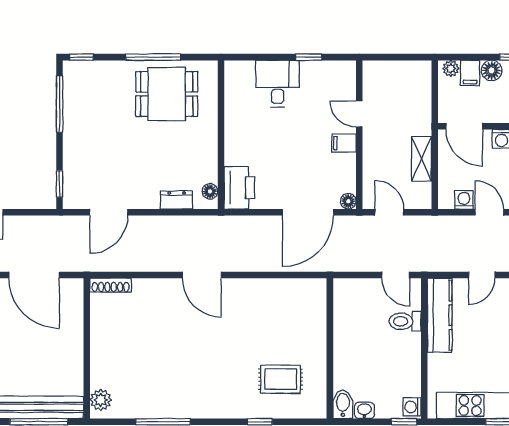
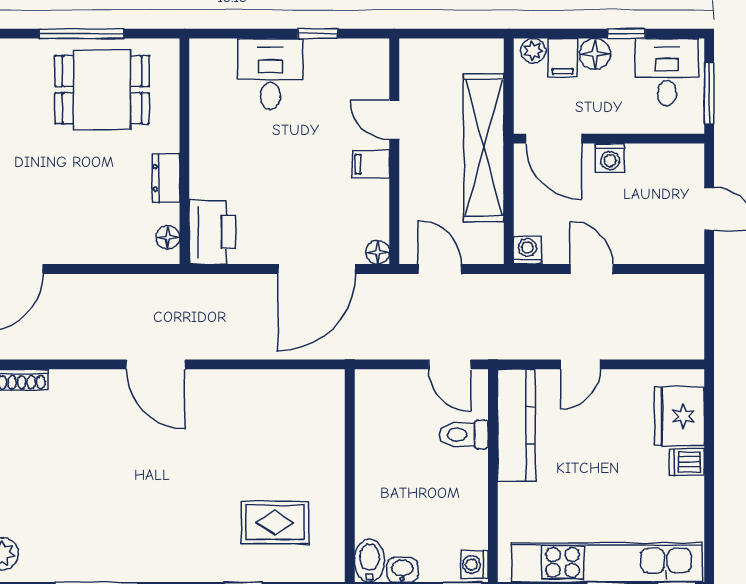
shelving: (422, 159) -> (484, 148), width x2.20, depth x1.33
dresser: (177, 200) -> (166, 178), moved, turned -90
washing machine: (464, 200) -> (527, 250), moved

